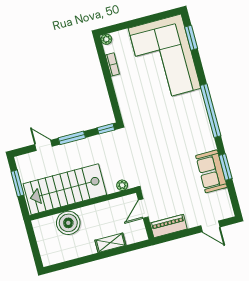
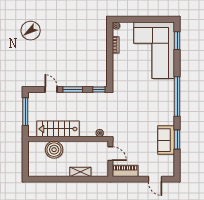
window: (17, 183) -> (25, 112), width x1.44
stairs: (65, 189) -> (58, 129), width x0.73, depth x0.66
door: (143, 209) -> (110, 154), swing flipped

